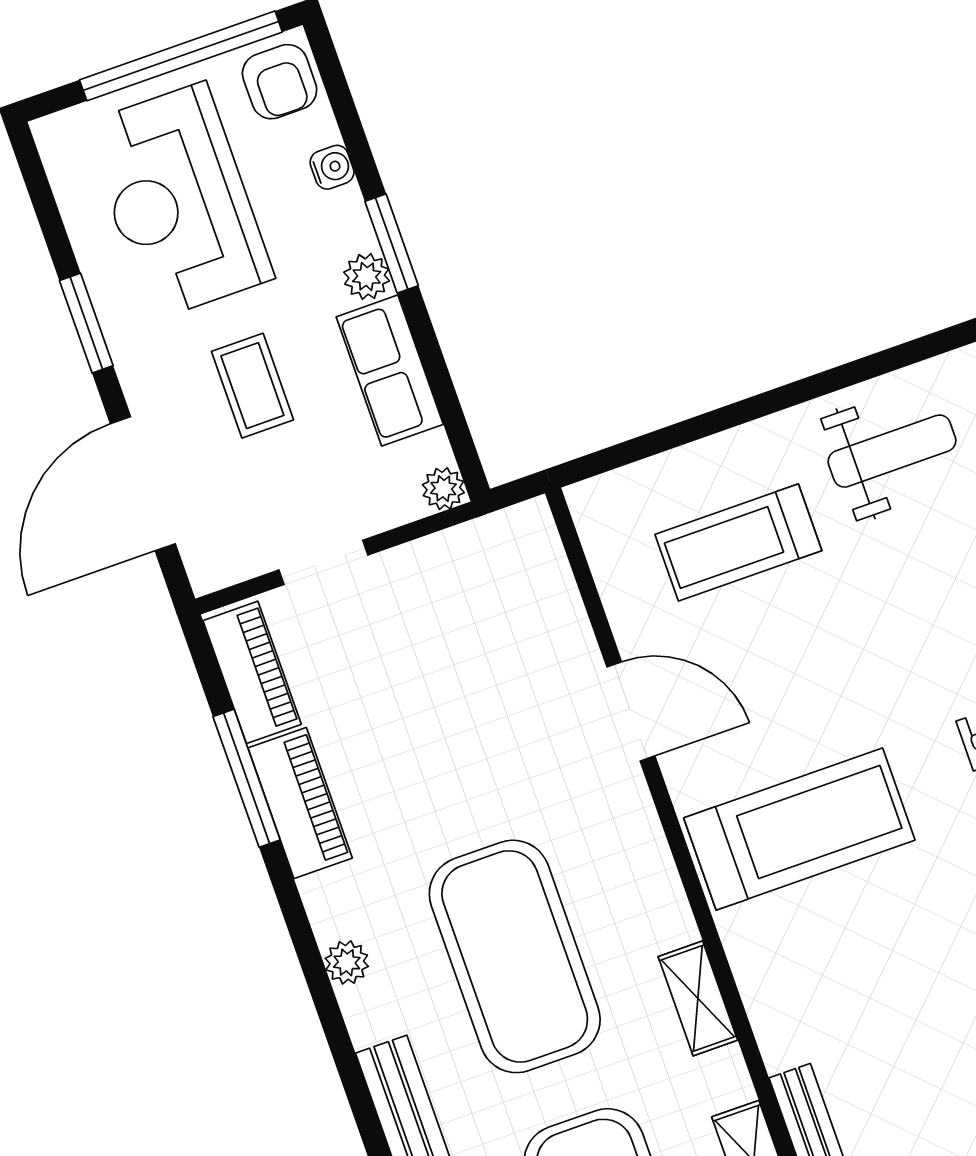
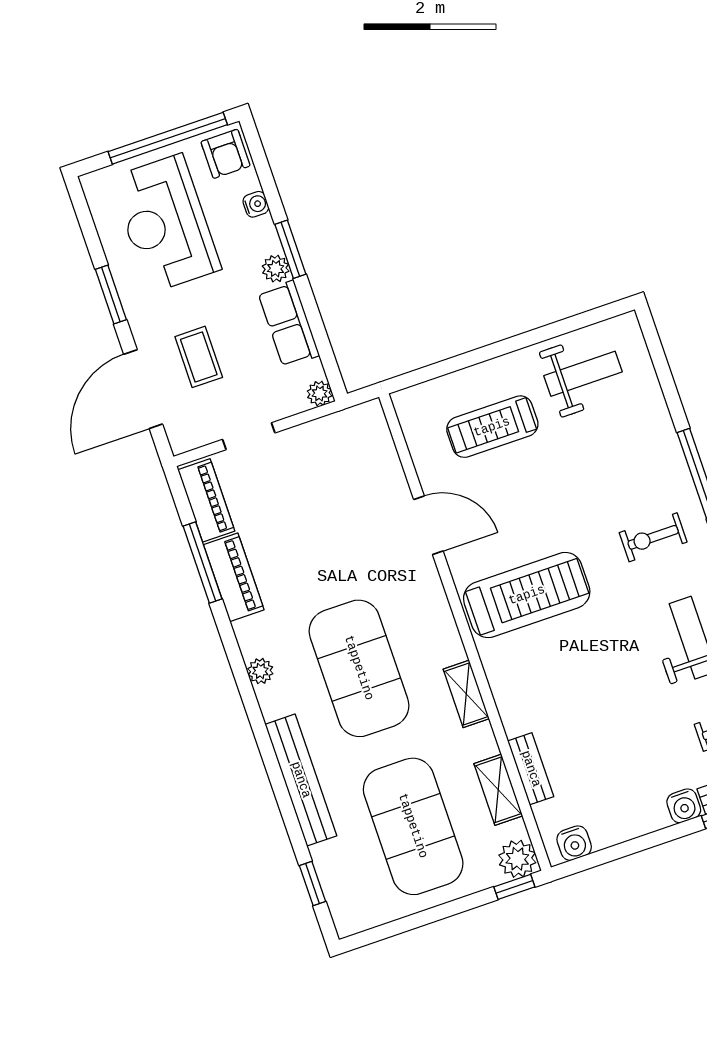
coffee table: (252, 386) -> (199, 357), moved

